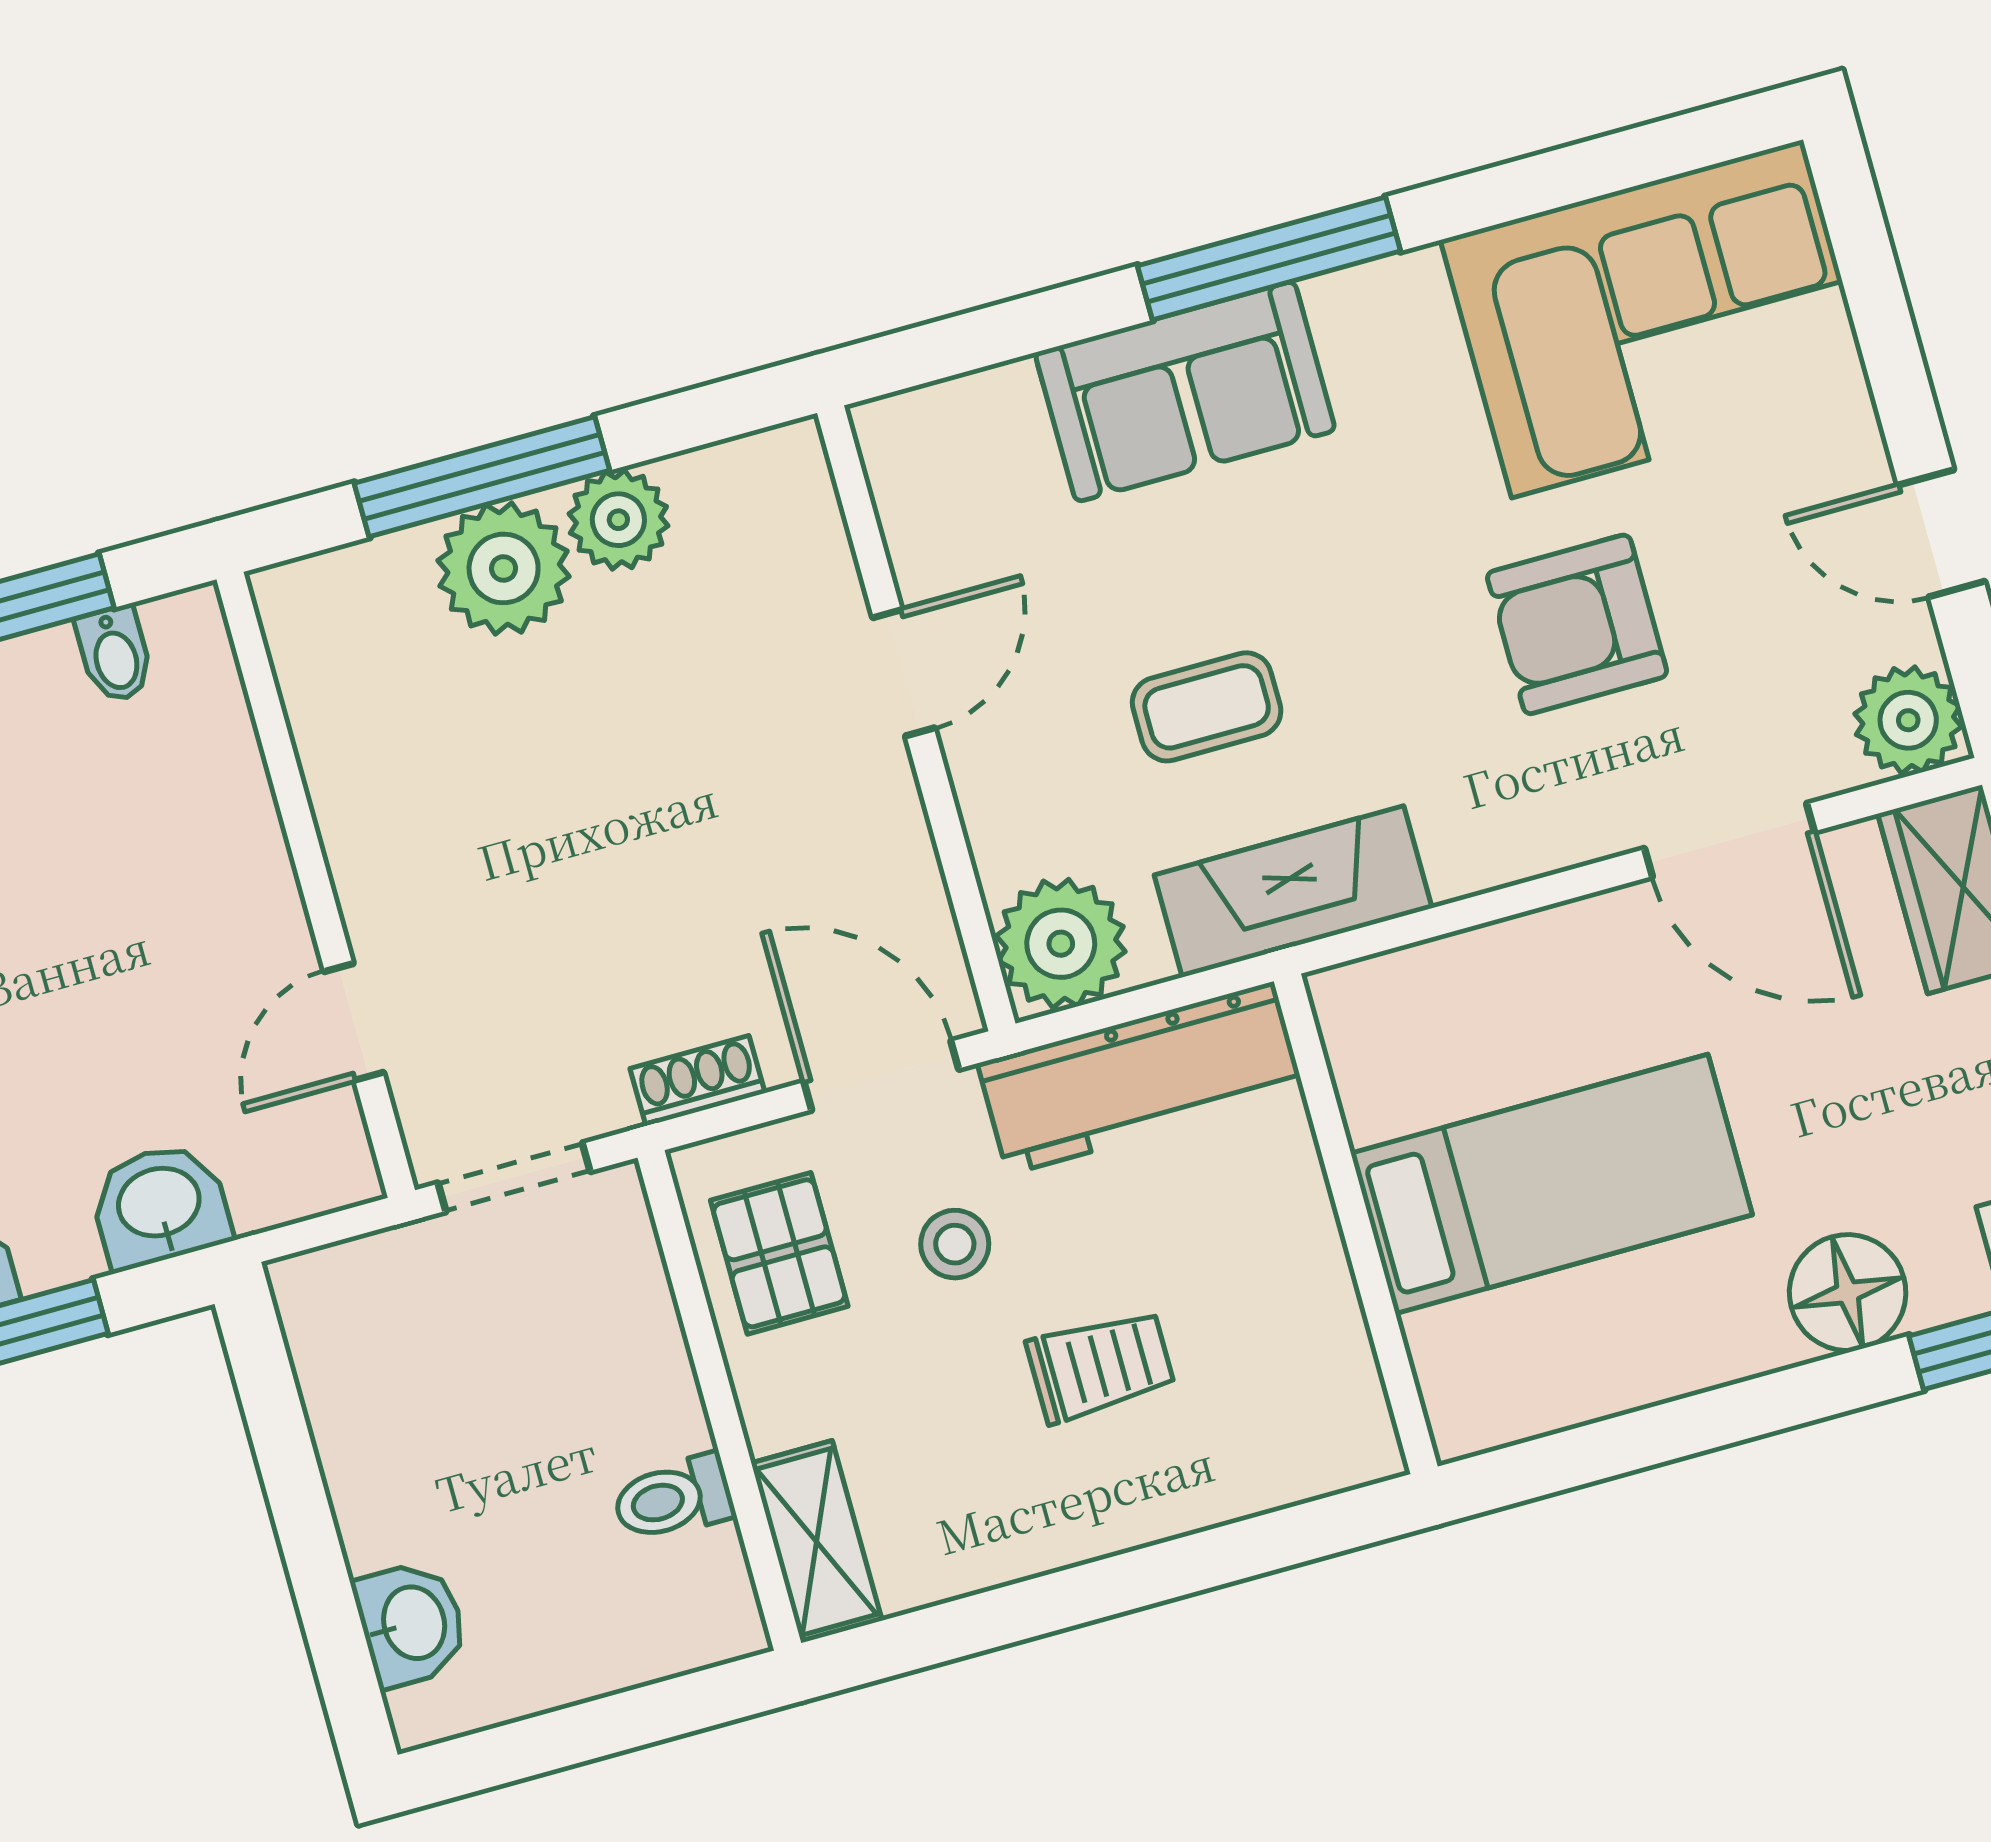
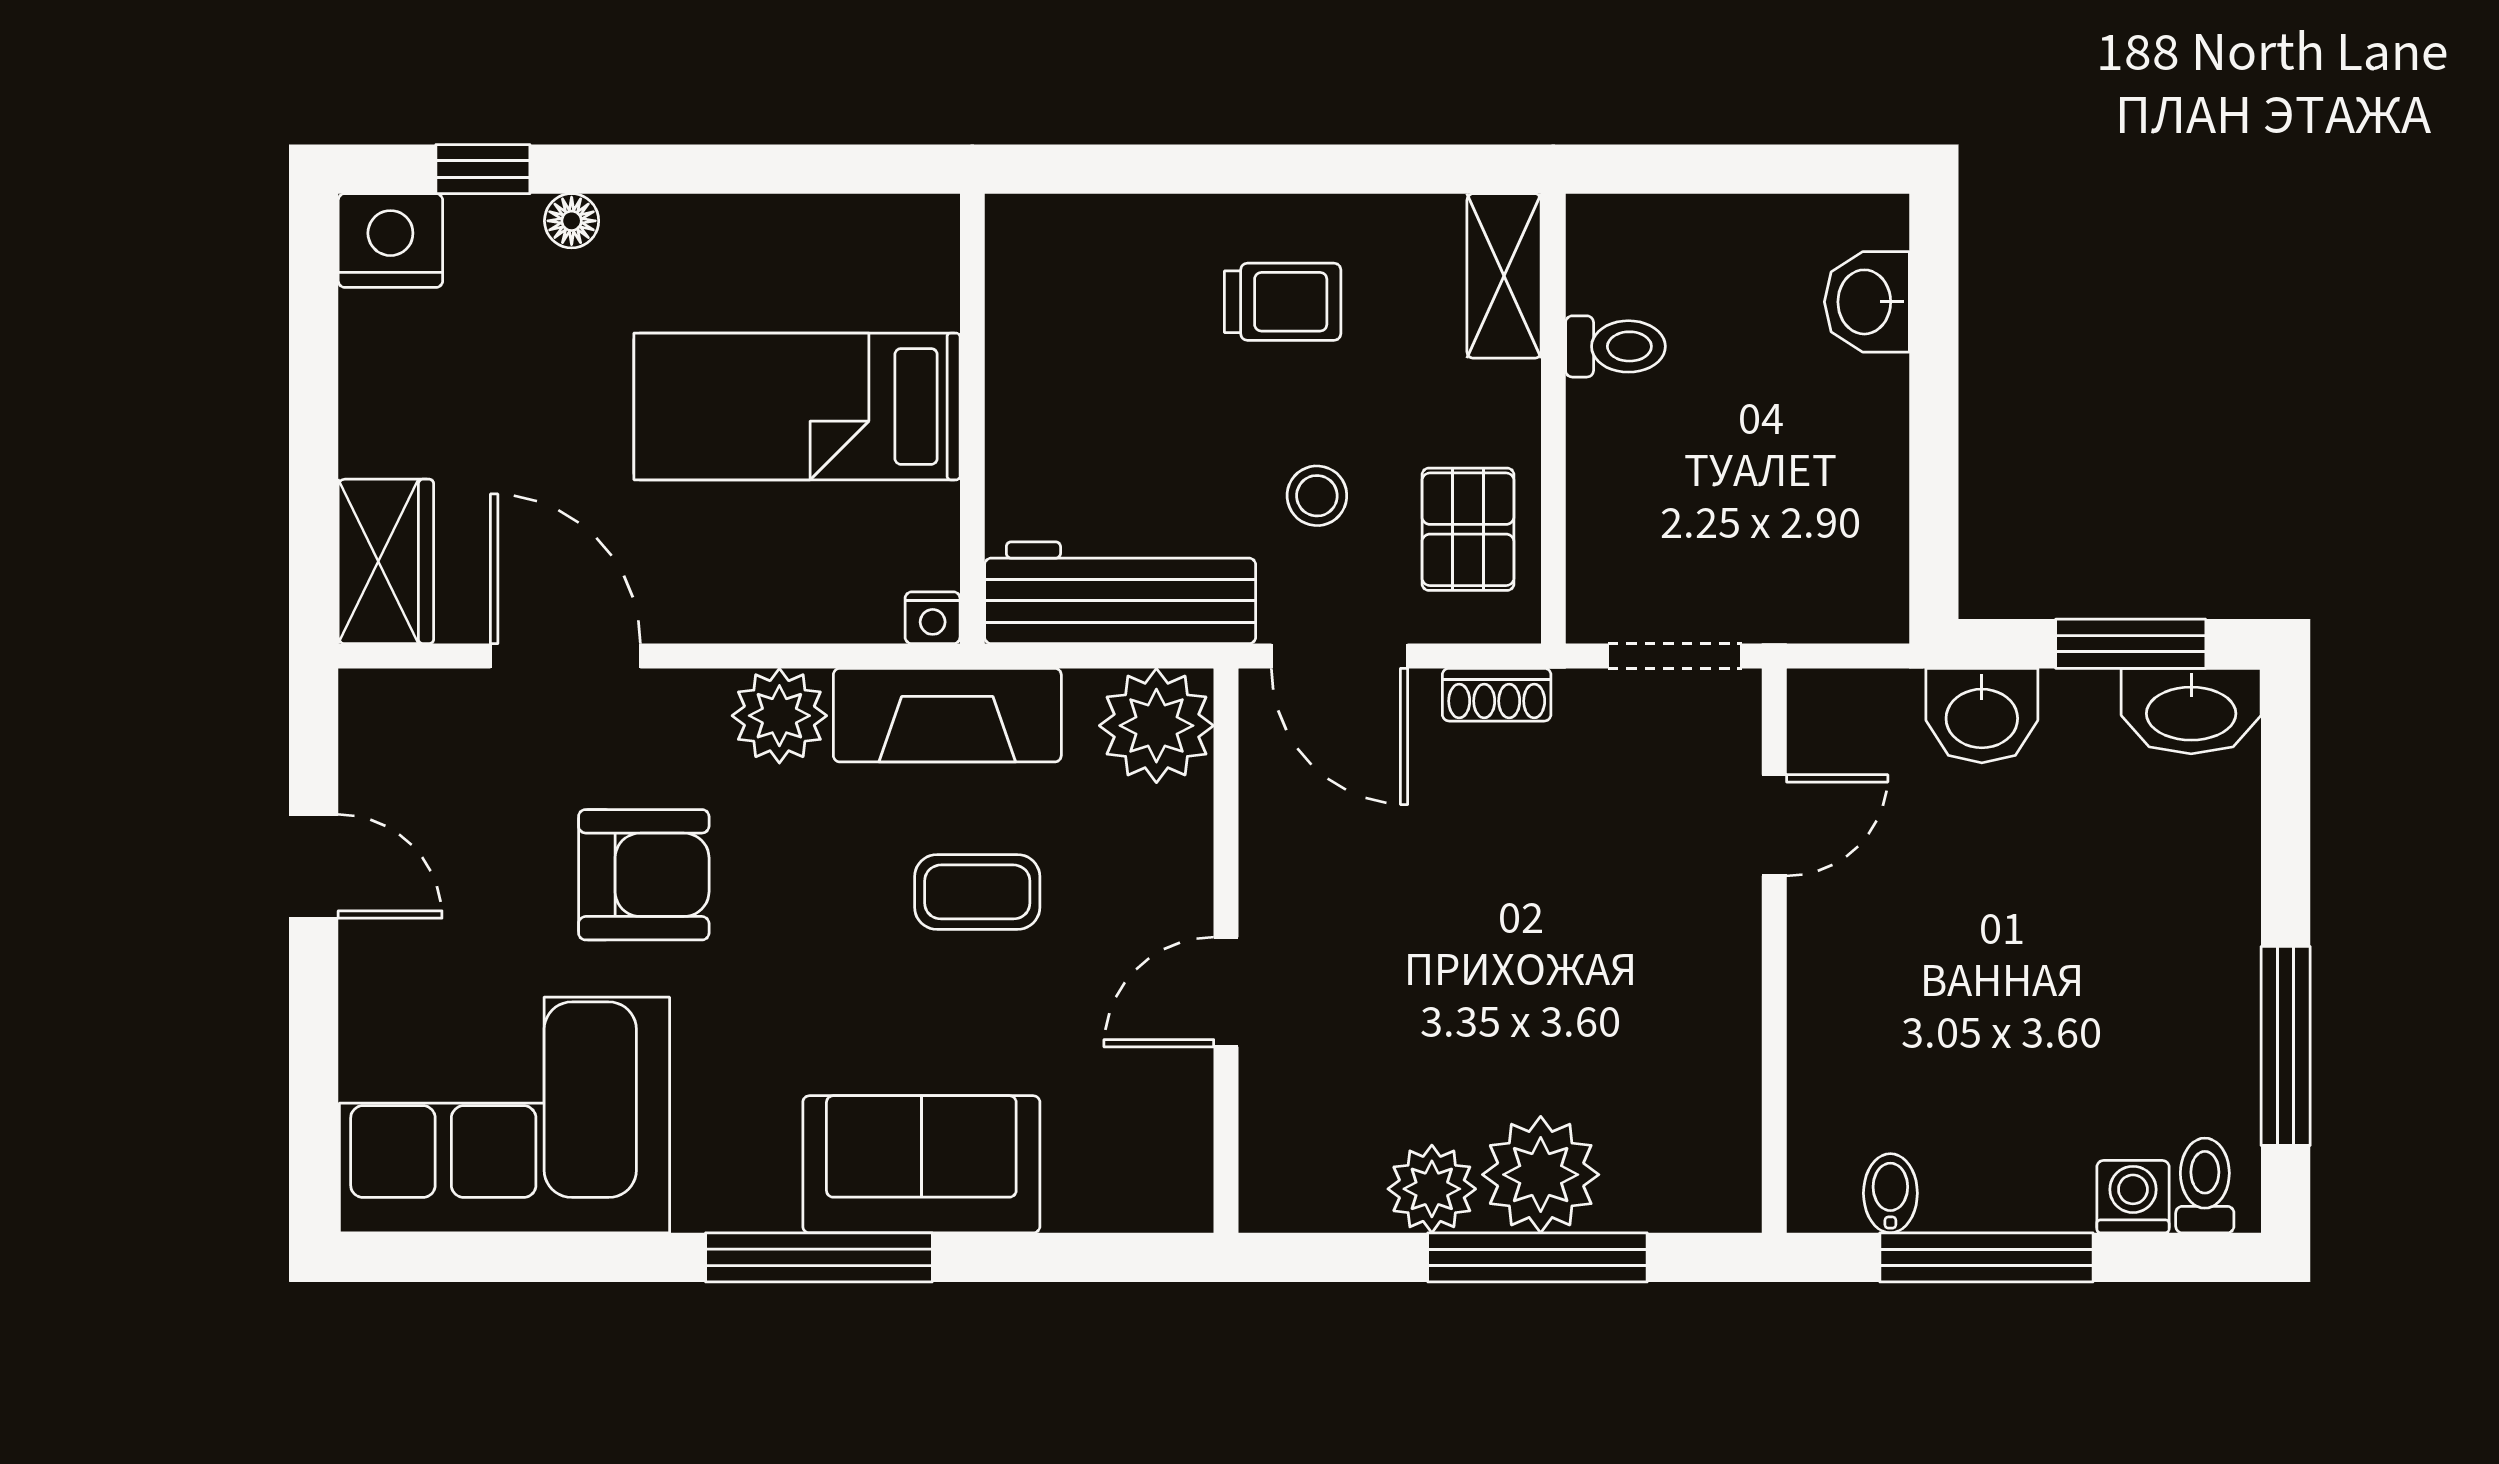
plant: (1908, 720) -> (779, 716), moved
nightstand: (1339, 994) -> (933, 618), added
floor lamp: (1848, 1293) -> (572, 221), width x0.53, depth x0.53
trolley: (1101, 1366) -> (1283, 302), moved, turned 180

